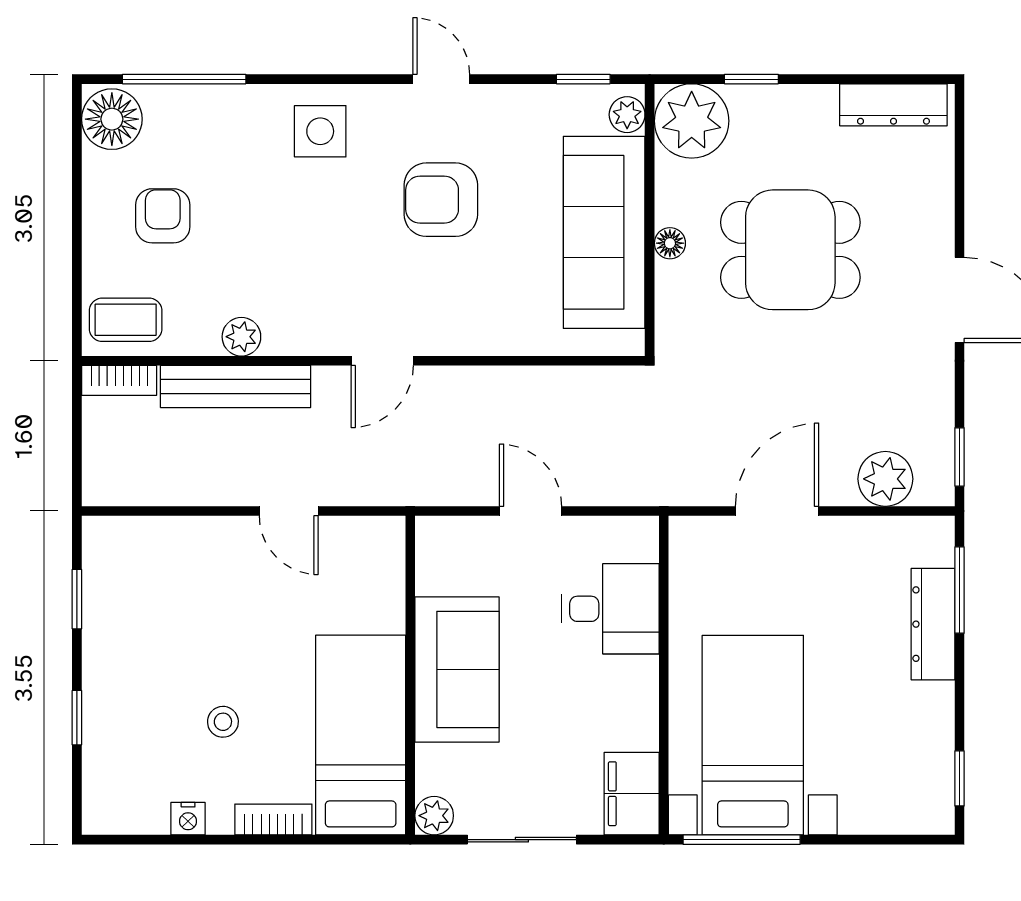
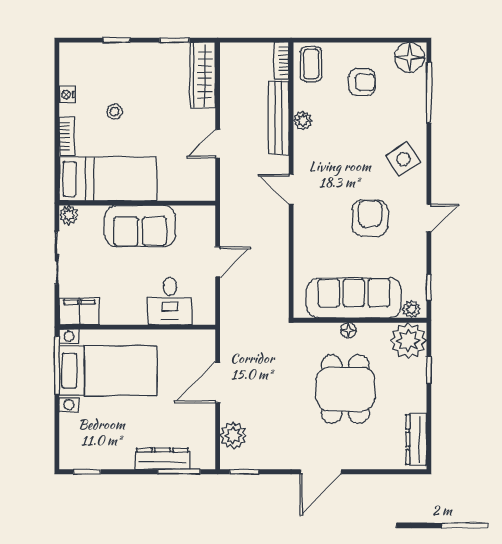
side table: (320, 131) -> (403, 159), turned -34
door: (777, 511) -> (218, 383), swing flipped
wardrobe: (149, 542) -> (203, 75), added

